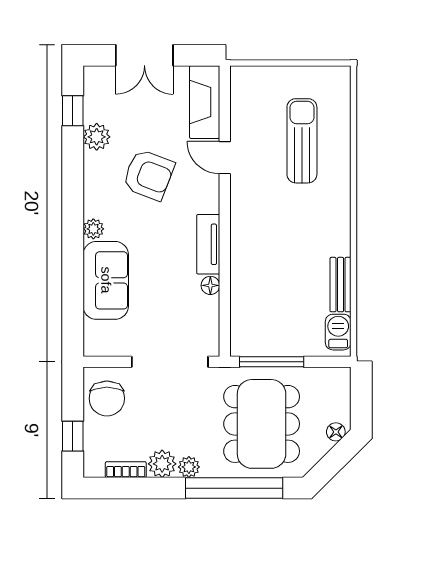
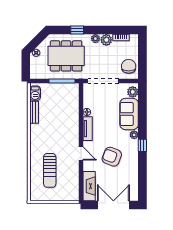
double door: (144, 55) -> (113, 205), width x1.37
window: (73, 111) -> (142, 145), moved
plant: (97, 137) -> (133, 92), moved
door: (225, 158) -> (81, 153), moved
dining table: (262, 424) -> (66, 56), turned 90
window: (73, 436) -> (142, 51), removed
window: (234, 488) -> (77, 30), width x0.32

